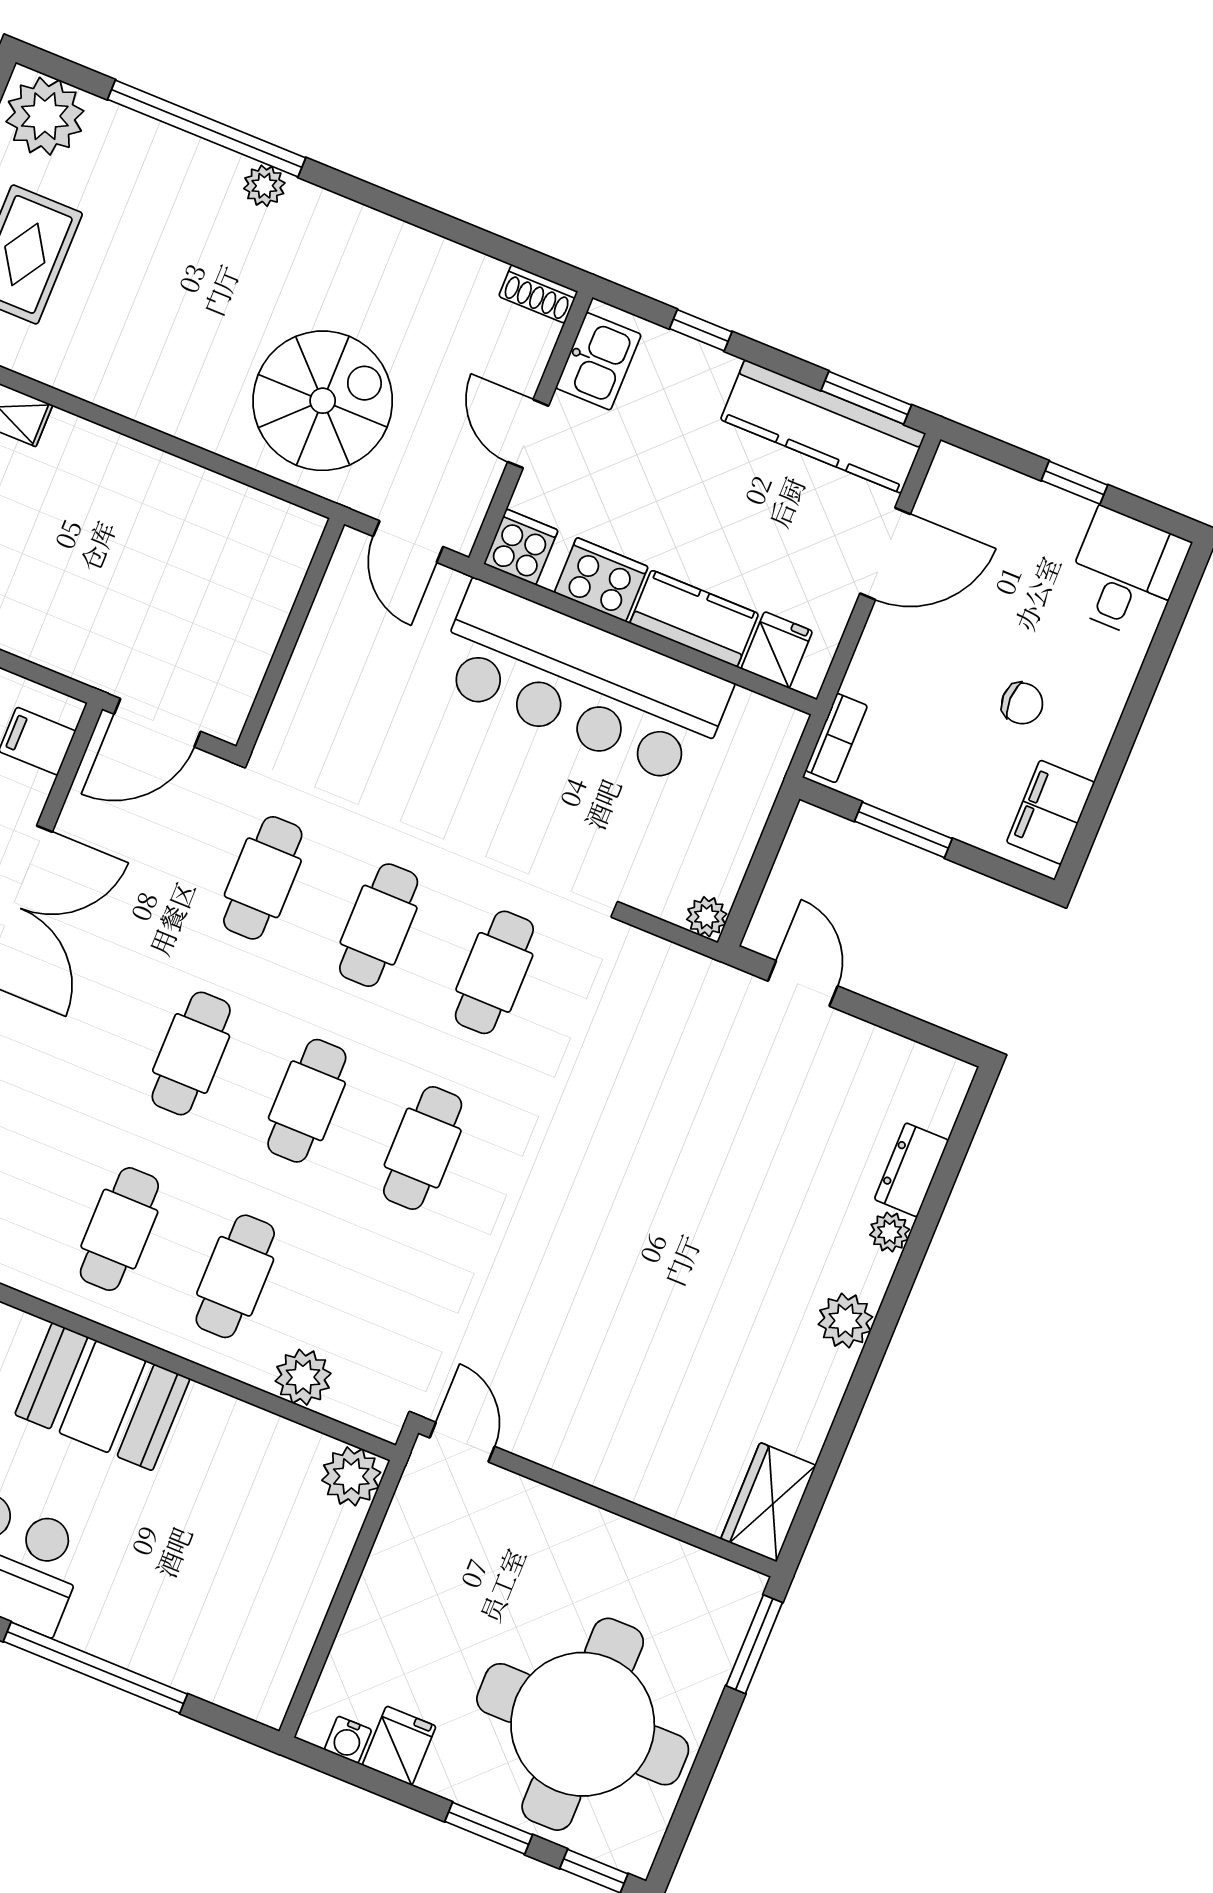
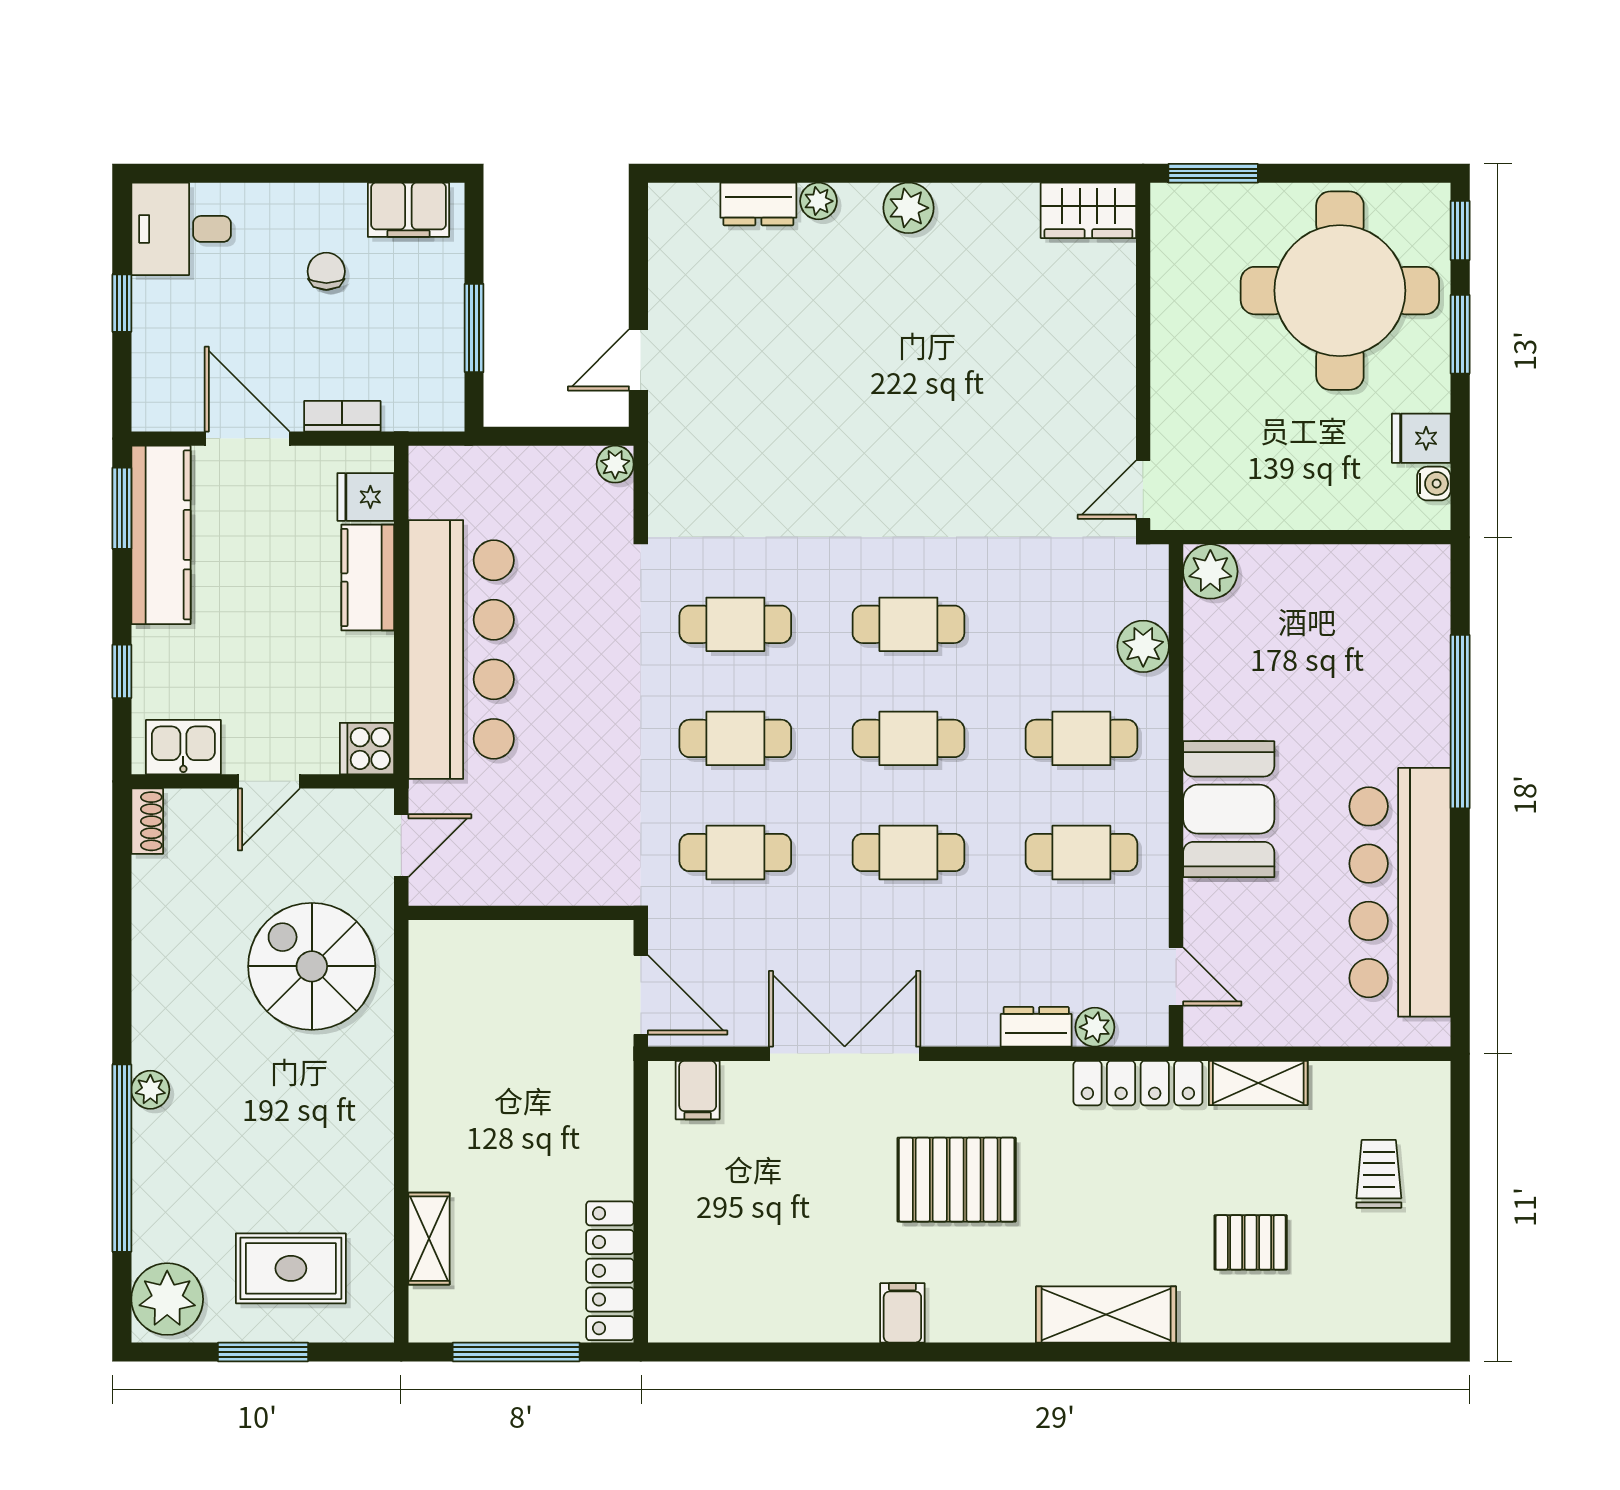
cooker: (601, 580) -> (367, 670), removed
bookcase: (836, 738) -> (342, 416), moved

